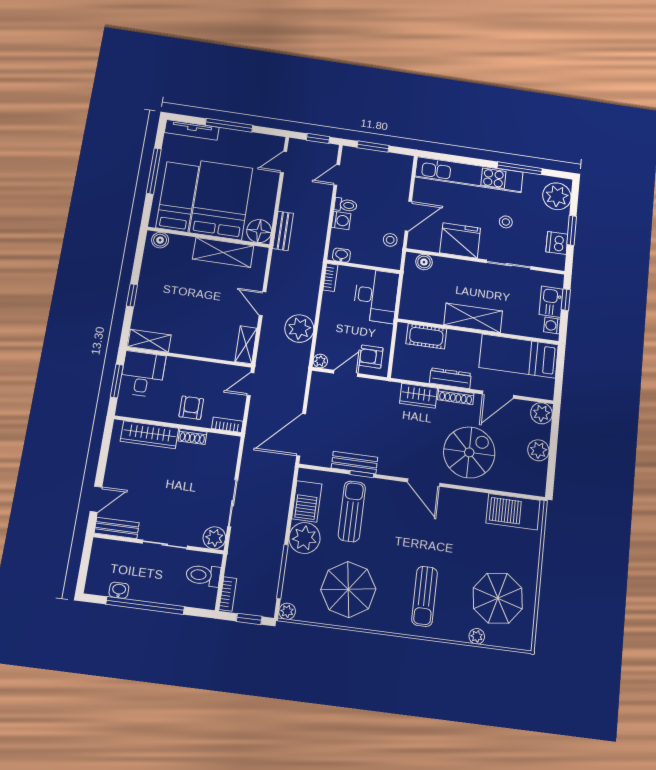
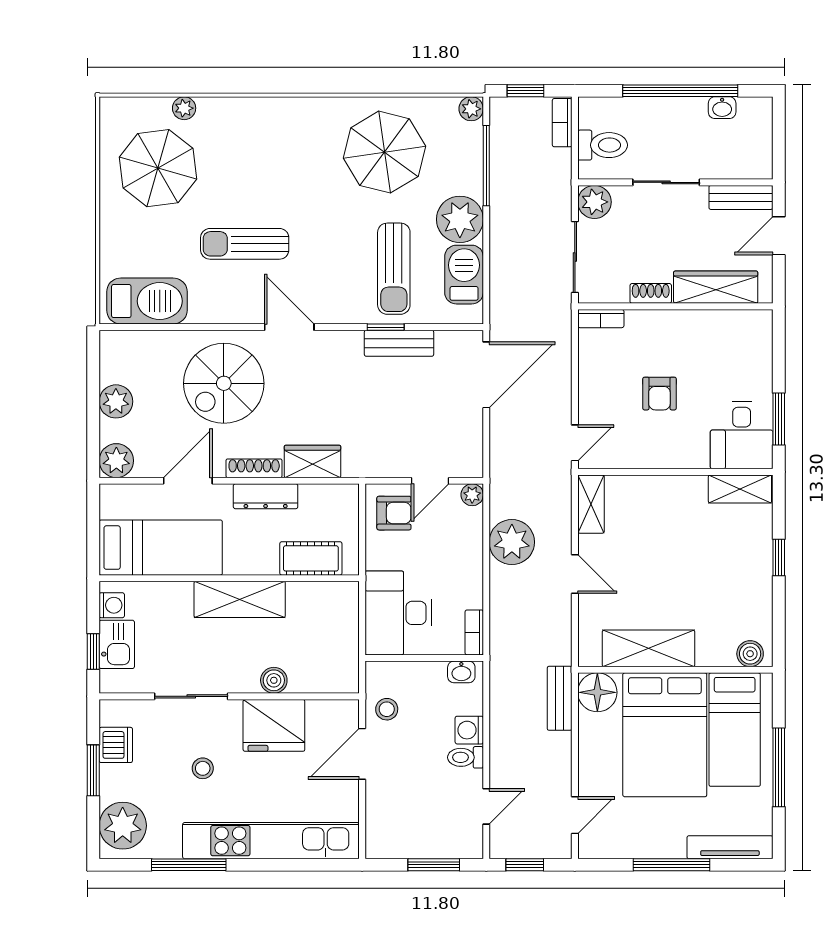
boiler: (424, 262) -> (274, 680), moved
bookcase: (227, 425) -> (601, 319), moved
wall: (178, 426) -> (675, 306), moved
wardrobe: (149, 435) -> (716, 287), moved
shoe rack: (192, 436) -> (651, 293), moved
sun lounger: (425, 596) -> (245, 244), moved, turned -90

